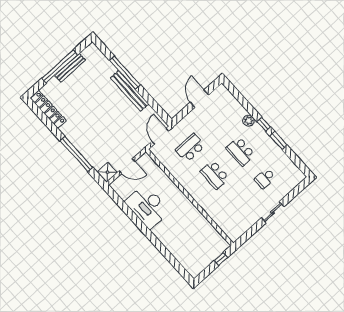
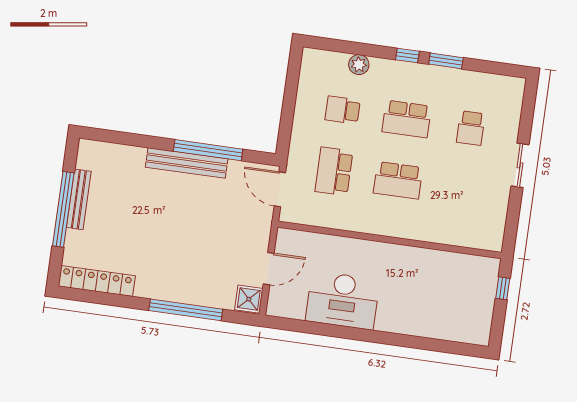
window: (125, 73) -> (208, 150), moved
door: (199, 99) -> (290, 94), removed
plant: (248, 121) -> (359, 65), moved
school desk: (216, 124) -> (343, 110), added

